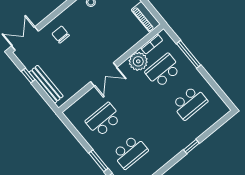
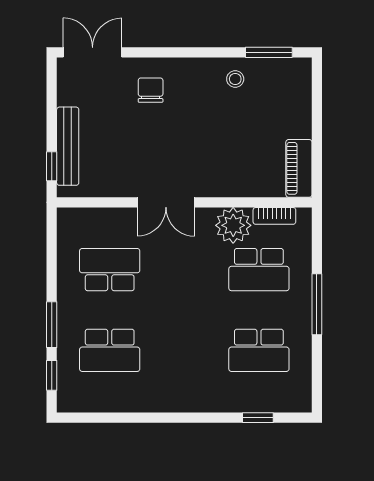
window: (189, 54) -> (317, 304), moved
school desk: (163, 71) -> (259, 270), turned 180
window: (28, 76) -> (52, 166), moved
window: (191, 146) -> (258, 418), moved

